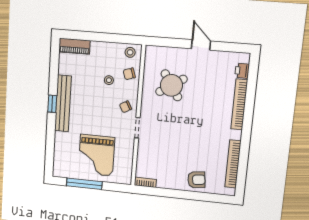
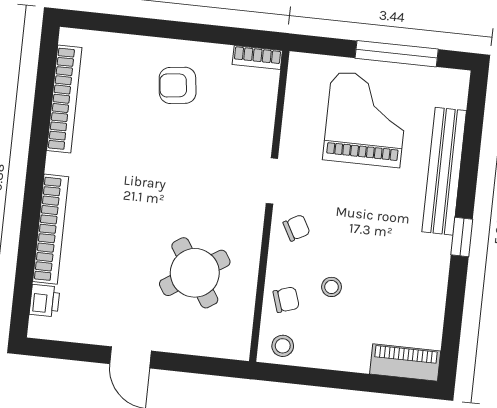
bench: (63, 103) -> (444, 171), moved
armchair: (196, 180) -> (178, 85), moved

